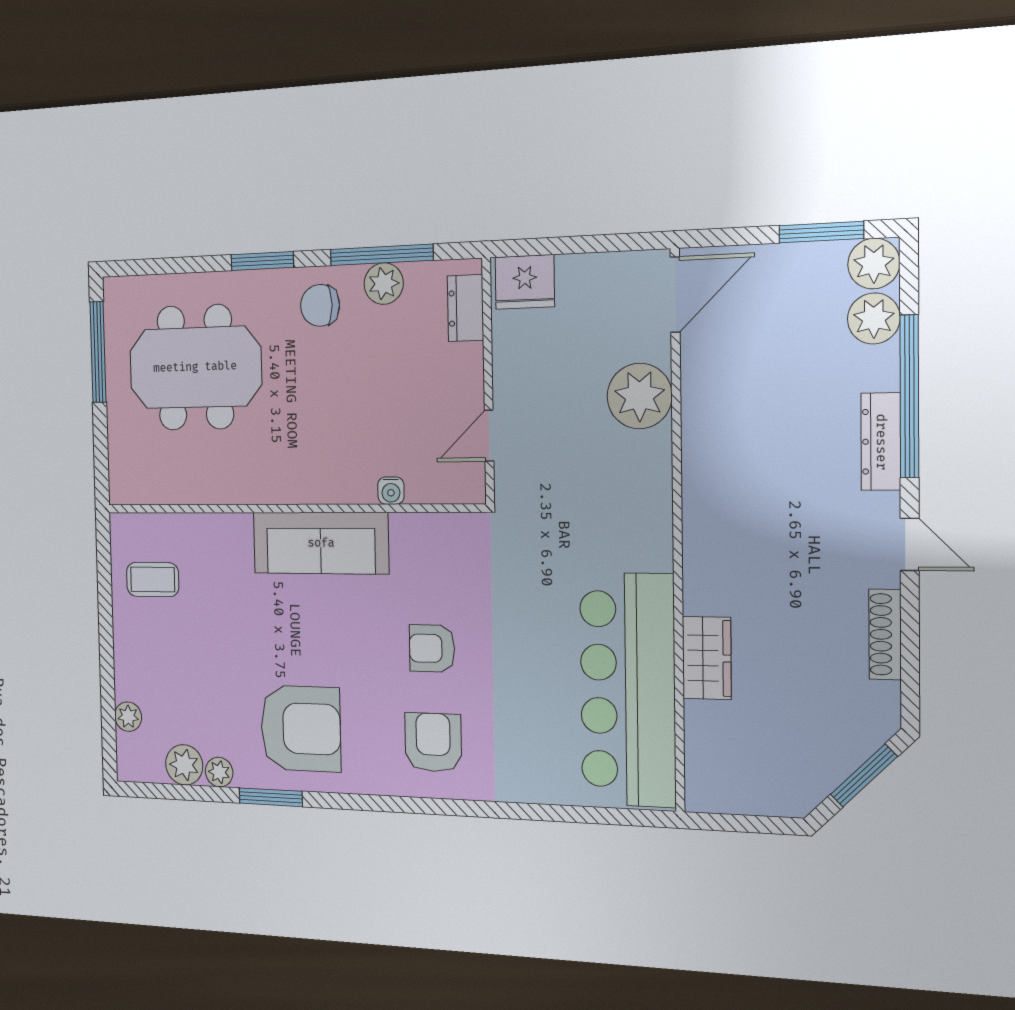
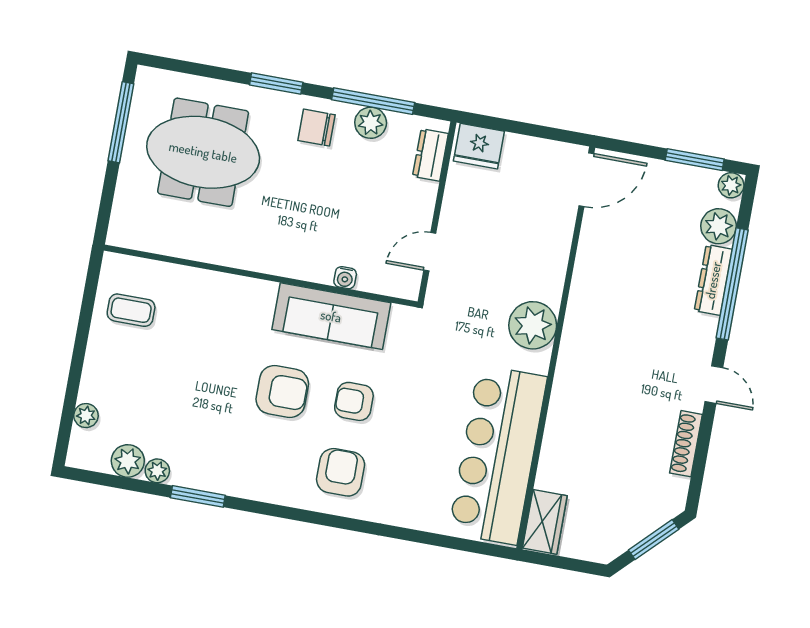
plant: (874, 264) -> (731, 185), width x0.73, depth x0.73
plant: (640, 396) -> (533, 325), moved
dresser: (881, 442) -> (713, 280), moved
sofa: (321, 543) -> (331, 316), moved
wardrobe: (707, 658) -> (545, 522), moved
armchair: (301, 728) -> (282, 392), moved, width x0.73, depth x0.73

